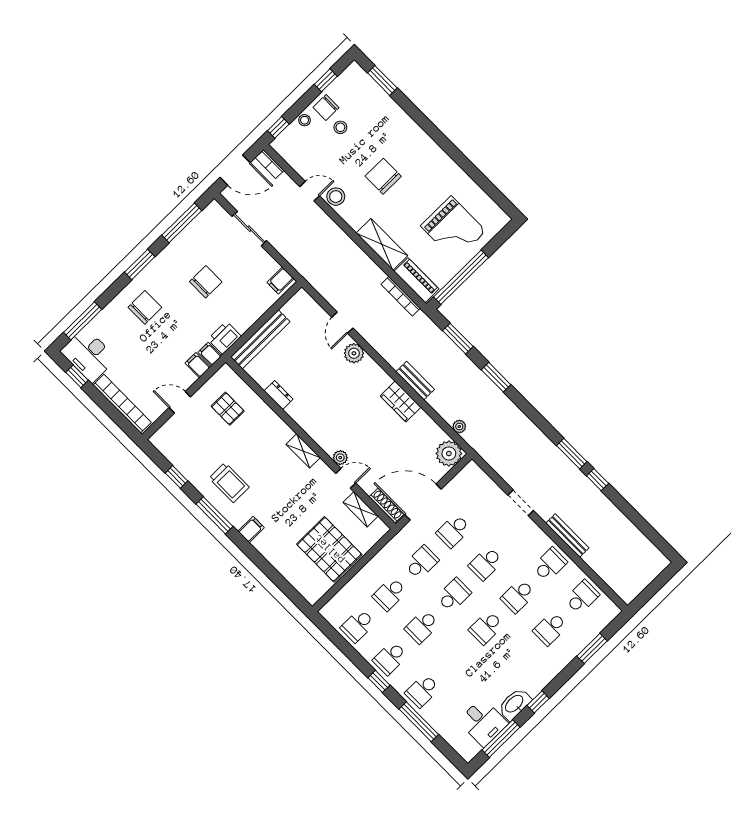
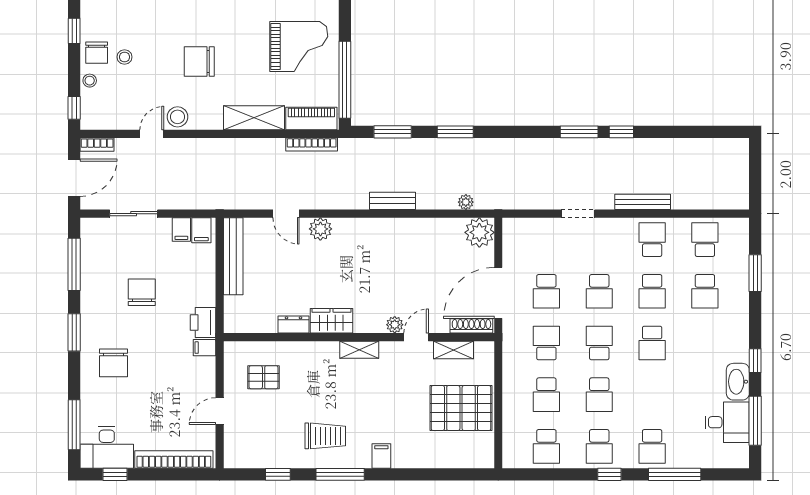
chair: (145, 307) -> (114, 363), turned 180
bench: (260, 339) -> (233, 256), moved
filing cabinet: (198, 365) -> (181, 230), moved, turned -90
wardrobe: (401, 401) -> (332, 321), moved, turned 180

